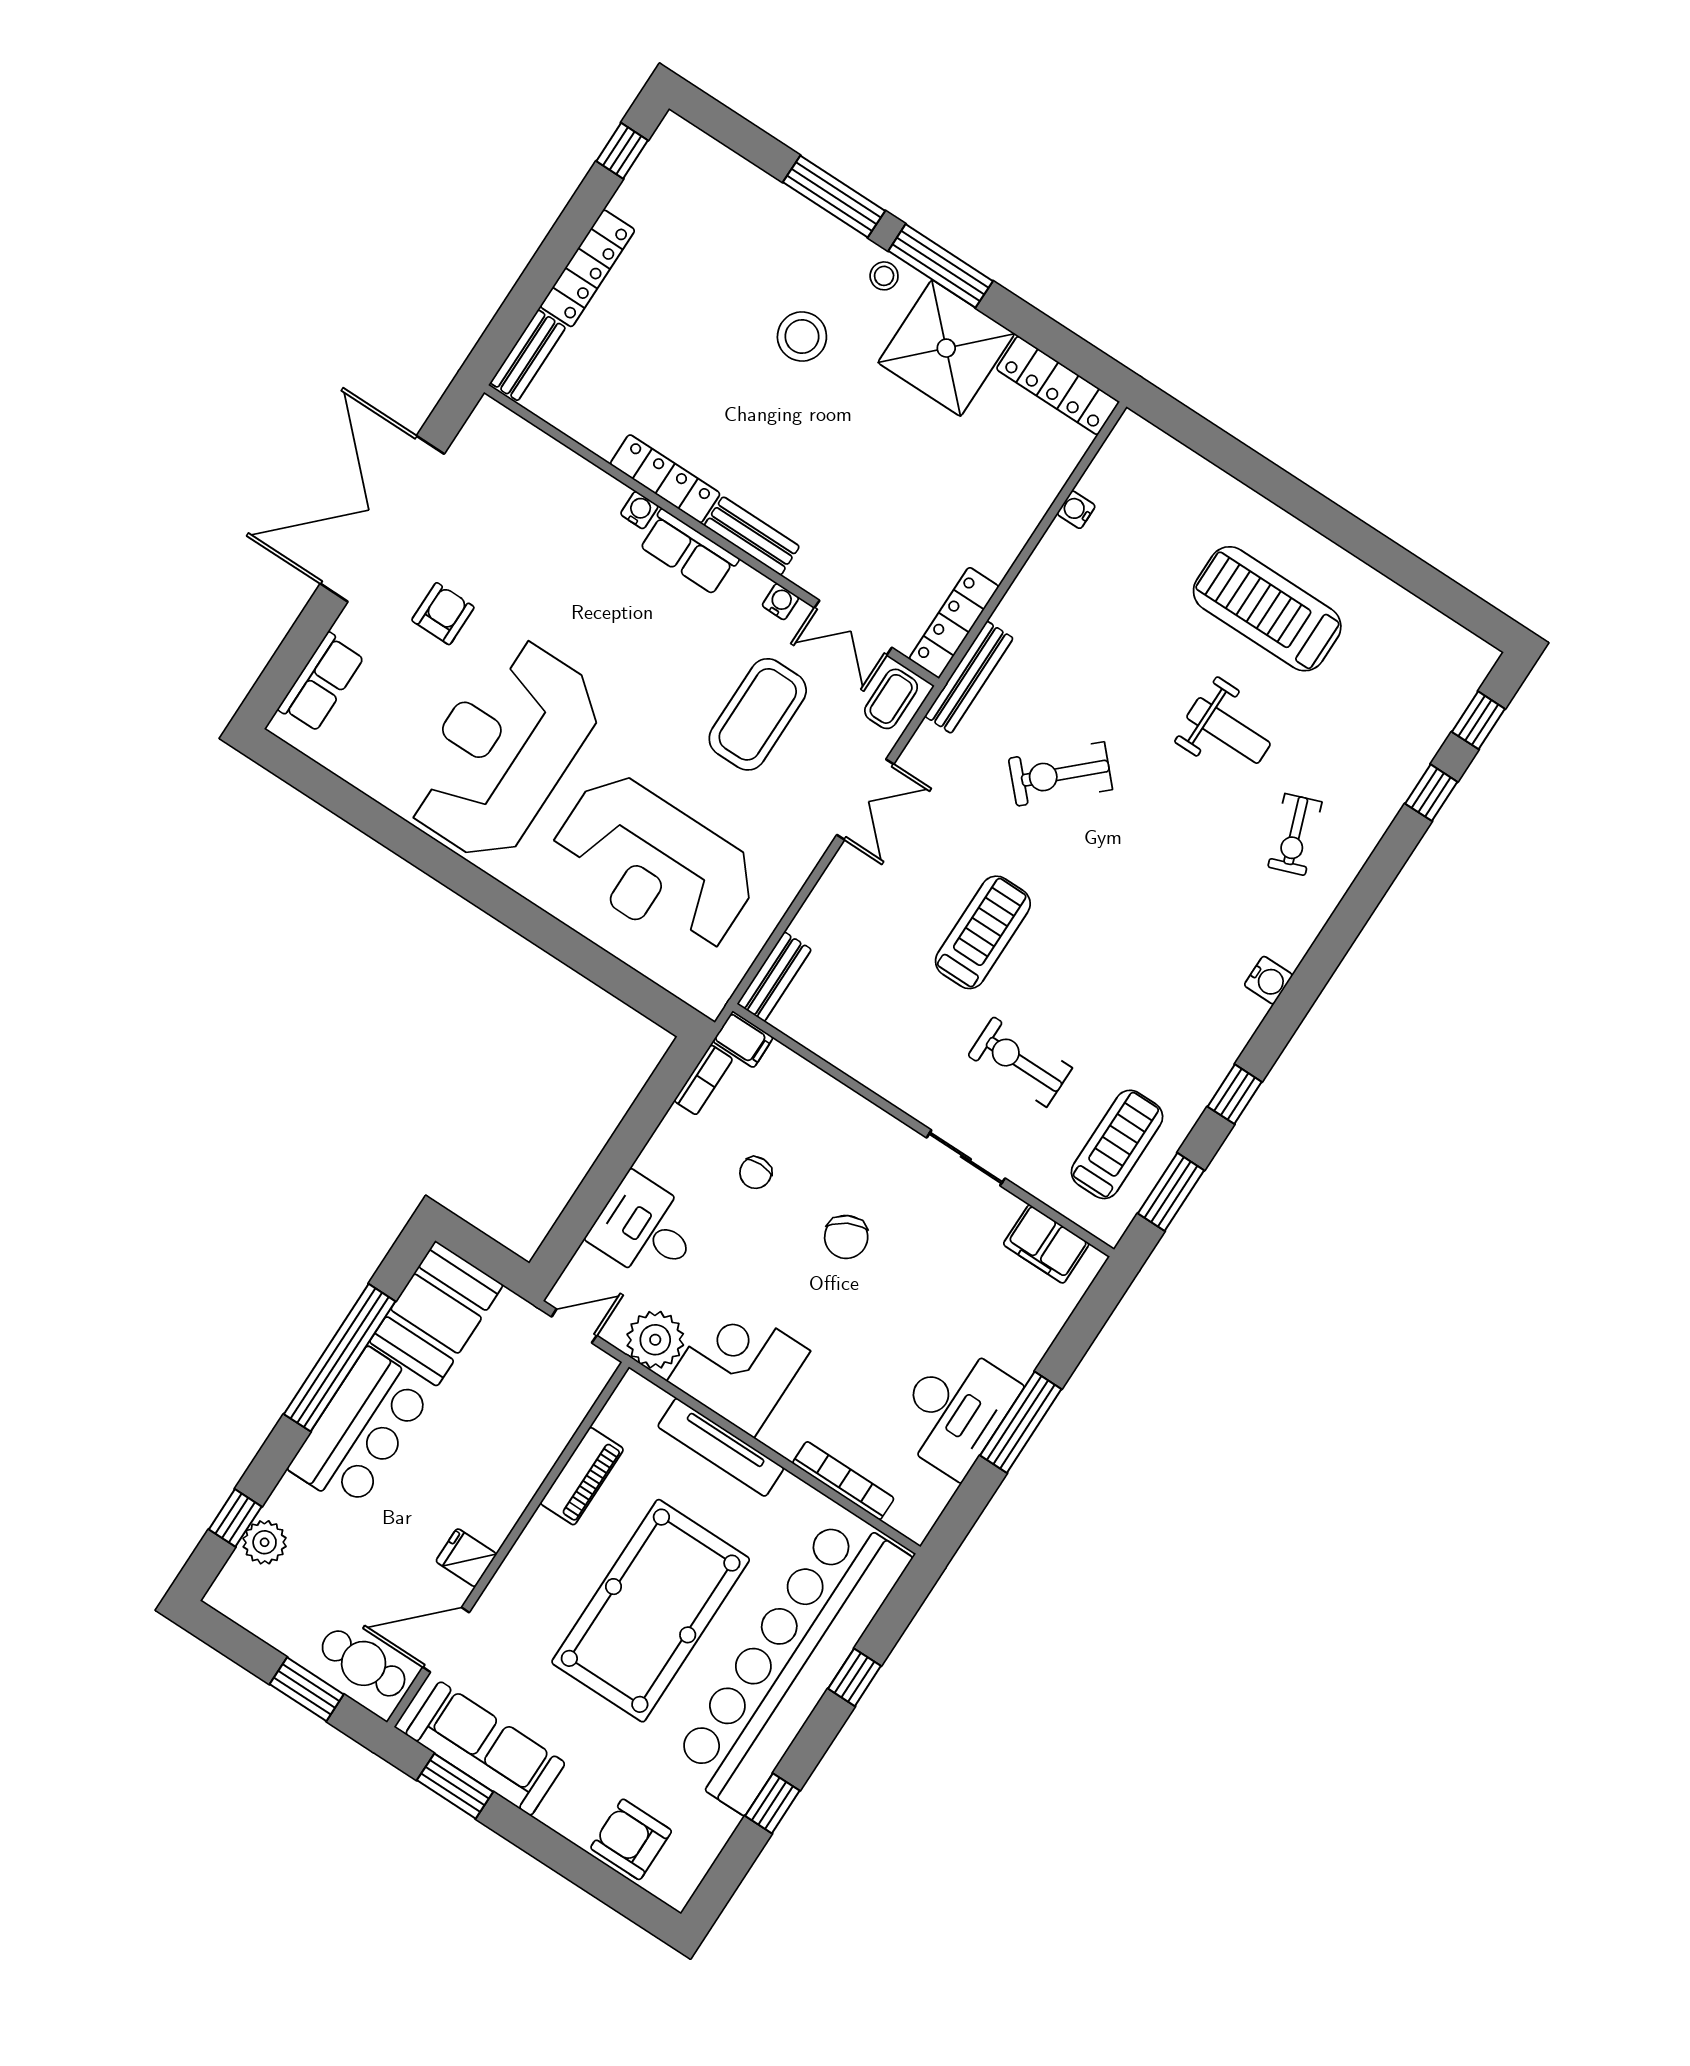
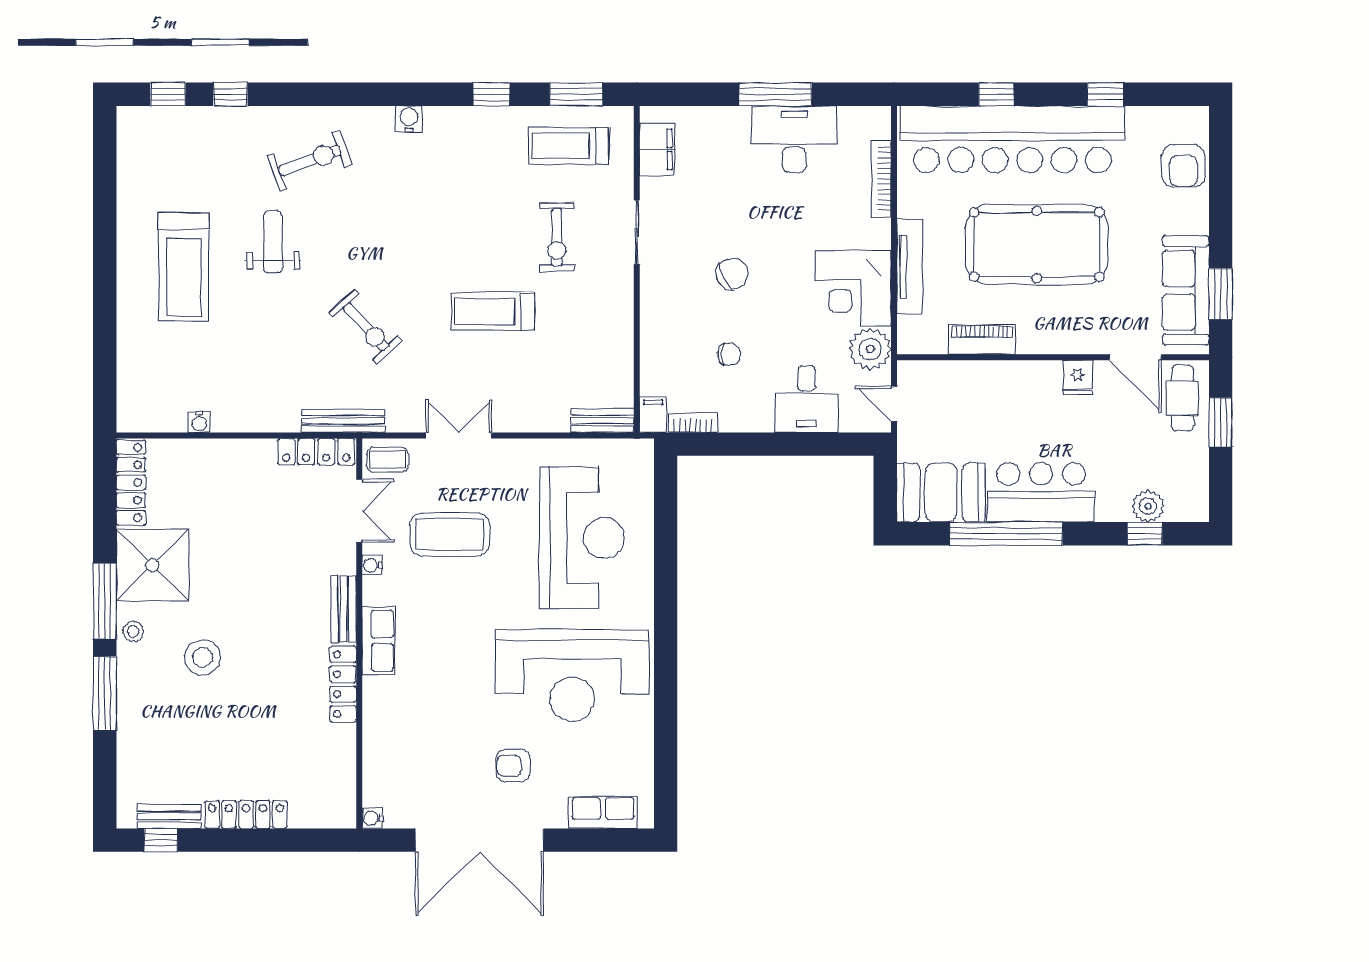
bench: (528, 355) -> (169, 816), moved
water cooler: (639, 510) -> (372, 818), moved
exercise bike: (1295, 835) -> (310, 160), width x1.38, depth x1.39

